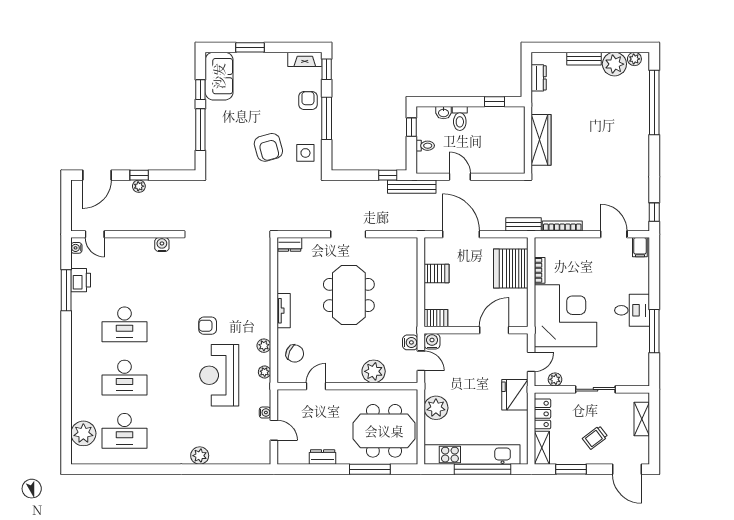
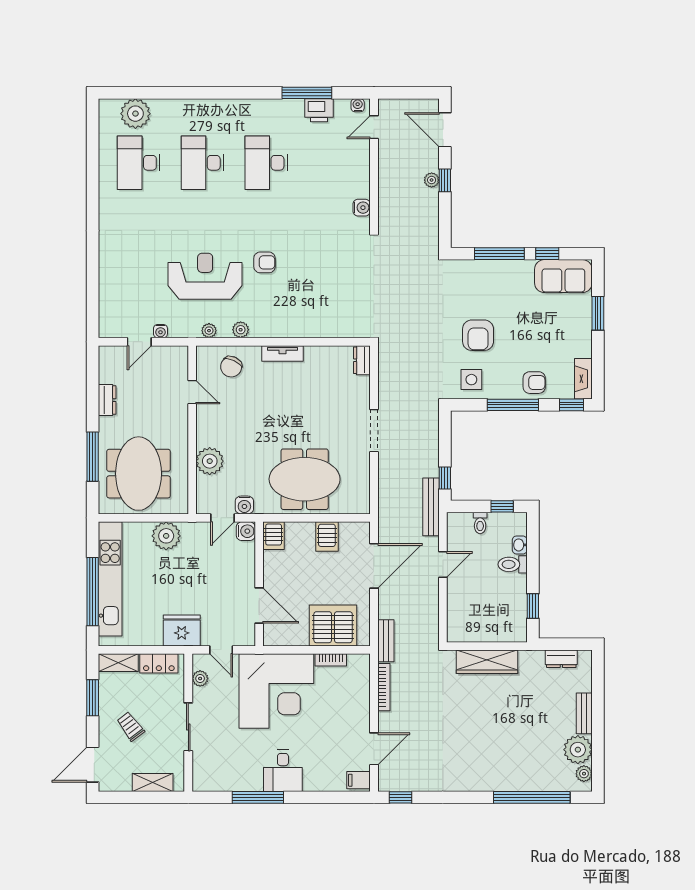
armchair: (268, 147) -> (478, 335), turned -75
meeting table: (349, 295) -> (305, 479), moved
armchair: (208, 326) -> (264, 262), turned 90
plant: (200, 456) -> (109, 253), removed

